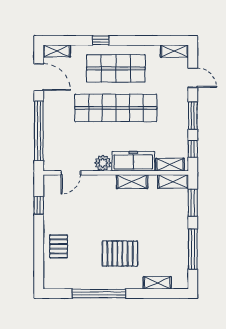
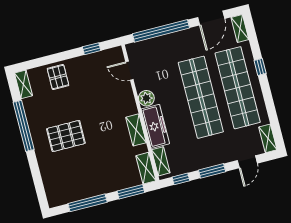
shop shelf: (116, 68) -> (238, 88), width x1.40
pallet: (59, 246) -> (58, 77), turned 90
pallet: (120, 254) -> (66, 136), turned 90
shelving: (157, 283) -> (23, 84), moved

